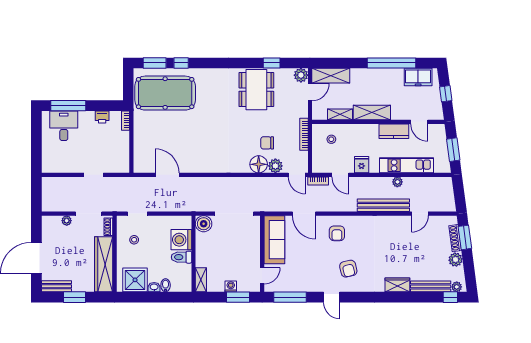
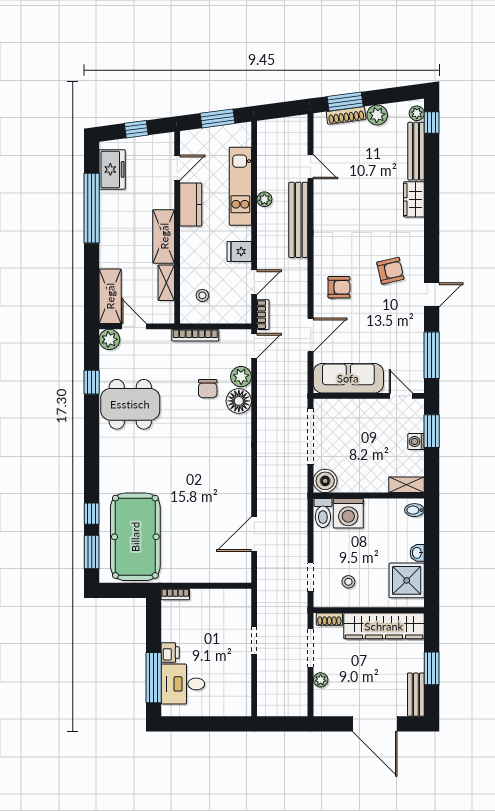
printer: (102, 117) -> (170, 653), moved
toilet: (182, 257) -> (323, 513), moved
bidet: (166, 285) -> (414, 510), moved

